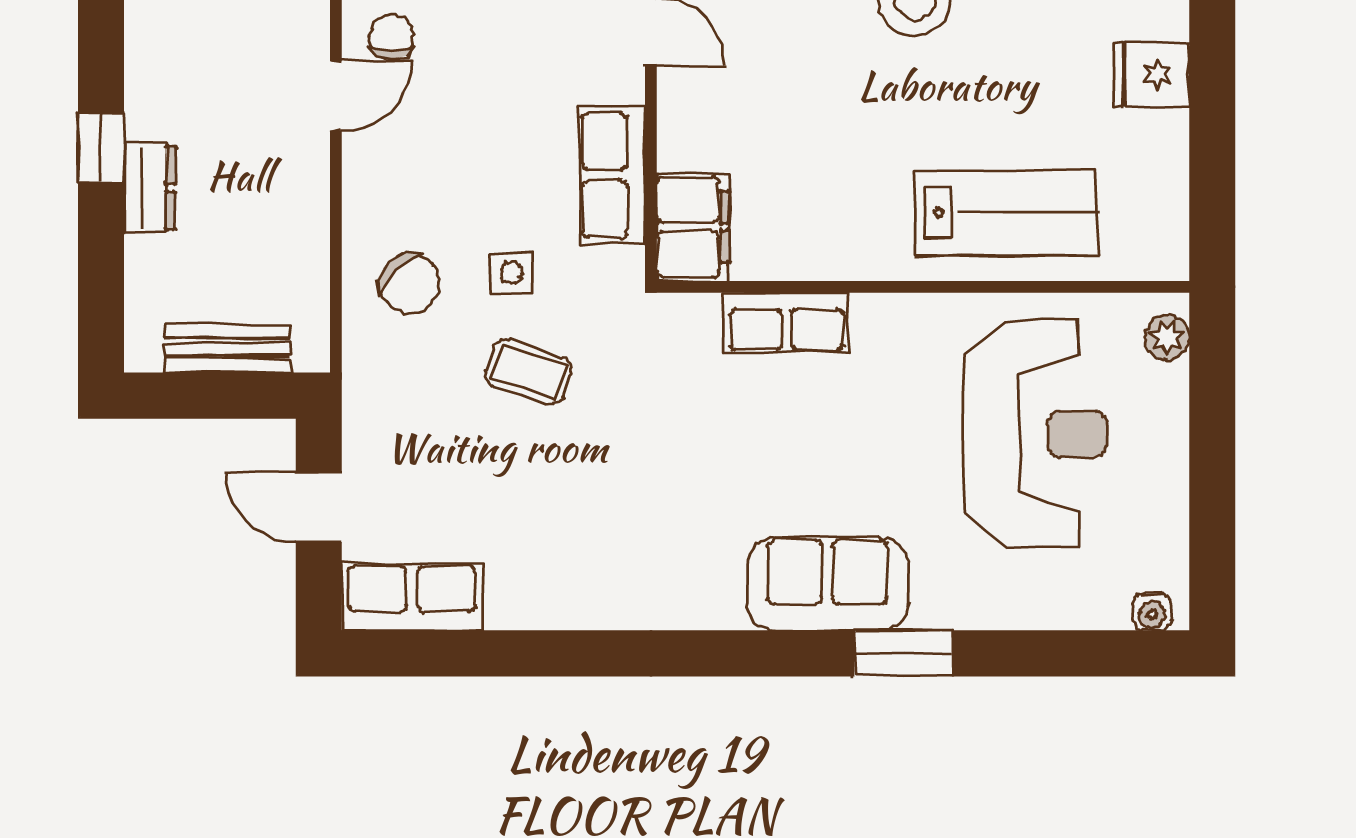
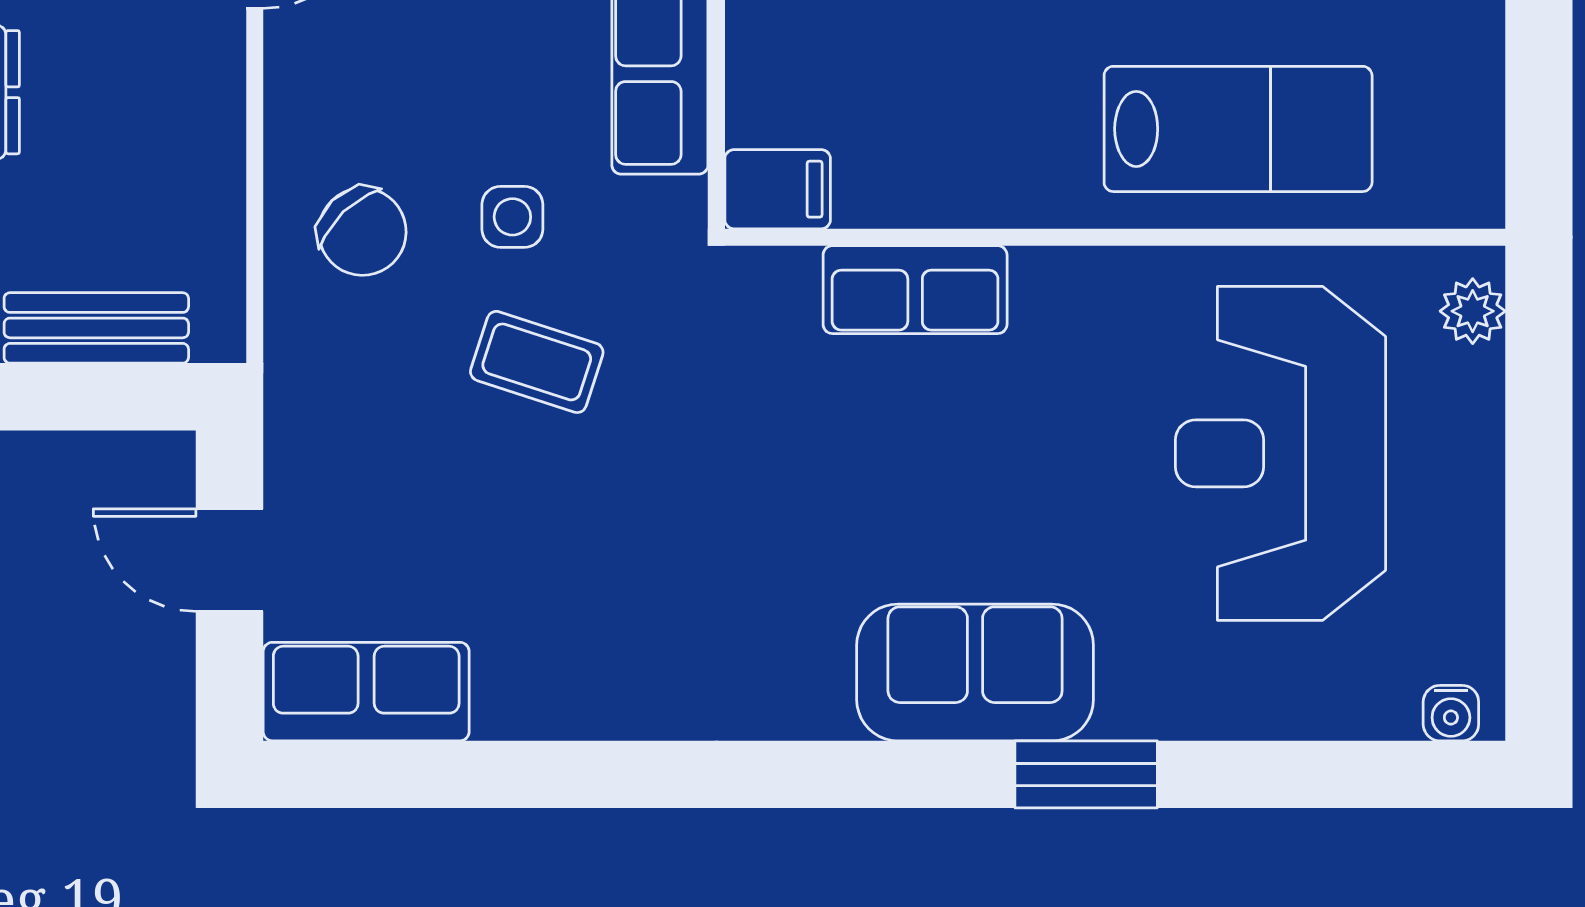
filing cabinet: (693, 227) -> (778, 189), width x0.50
reception desk: (1036, 434) -> (1280, 453), turned 180

